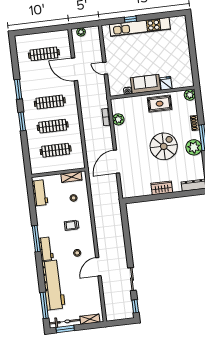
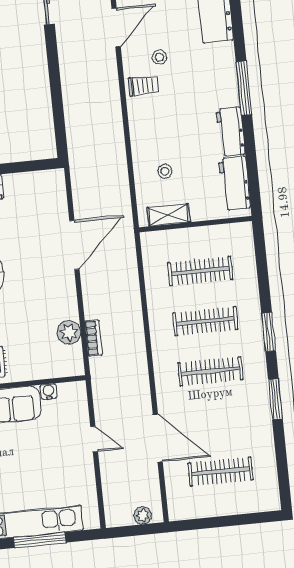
window: (130, 19) -> (40, 540), width x2.17
trolley: (72, 225) -> (143, 86), moved
workbench: (46, 249) -> (231, 131), moved

